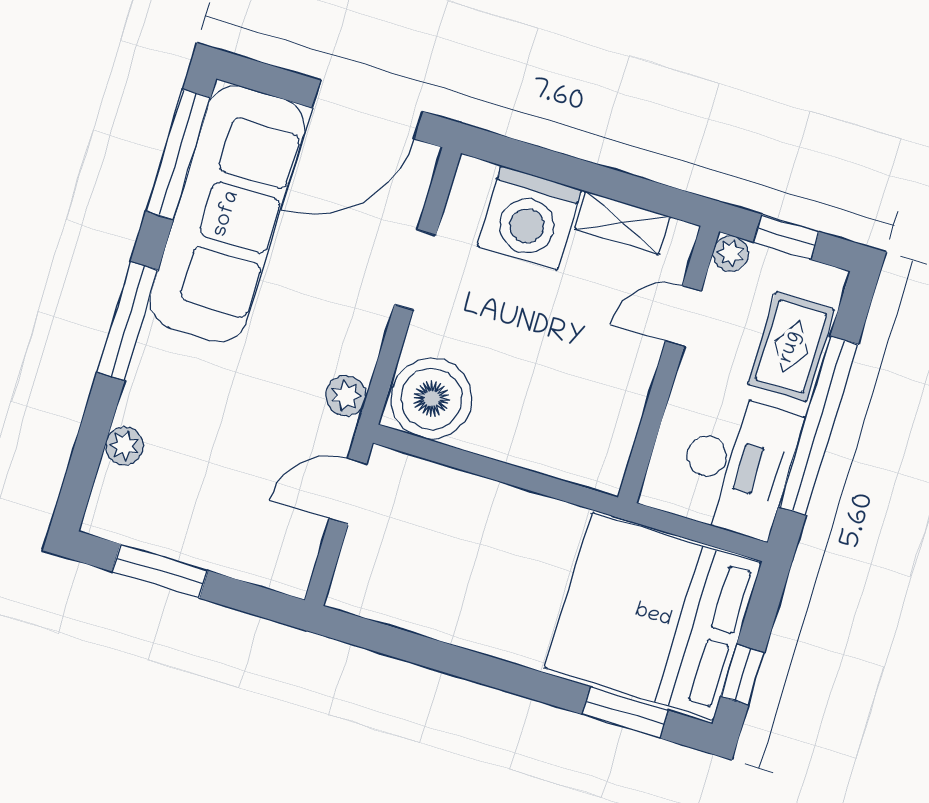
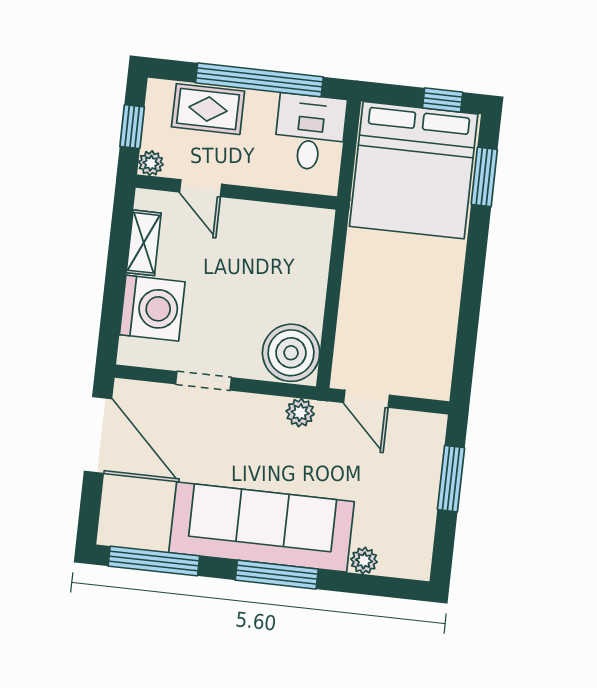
sofa: (227, 214) -> (262, 527), moved
desk: (738, 465) -> (310, 132), width x0.73
window: (160, 571) -> (451, 479), moved

